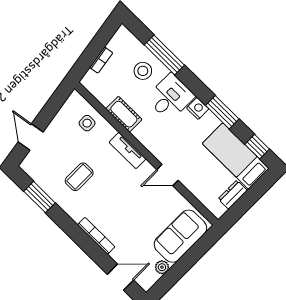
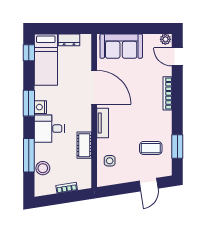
stool: (143, 71) -> (43, 168), moved
window: (222, 112) -> (29, 103), moved
door: (167, 175) -> (94, 87), width x1.88
coffee table: (79, 177) -> (151, 148), moved
plant: (162, 267) -> (165, 39), moved

